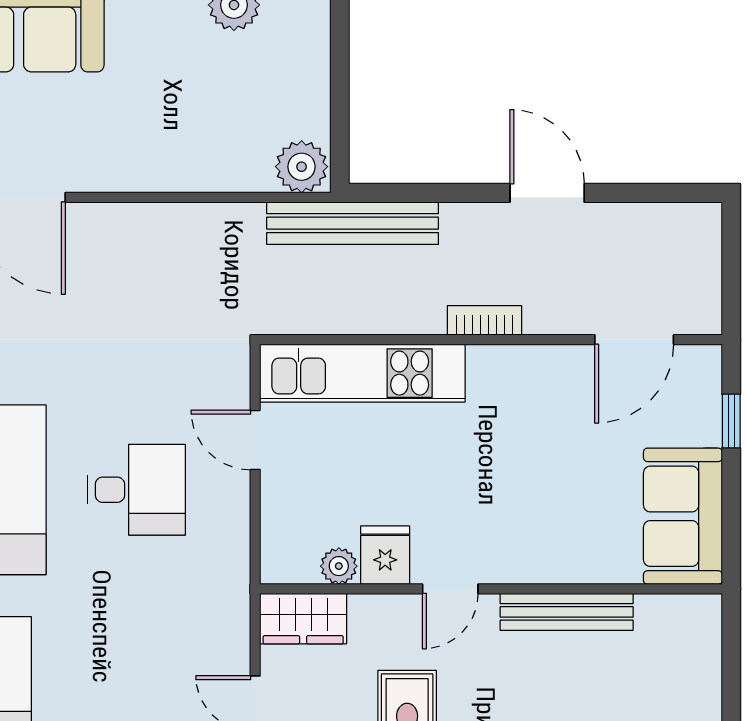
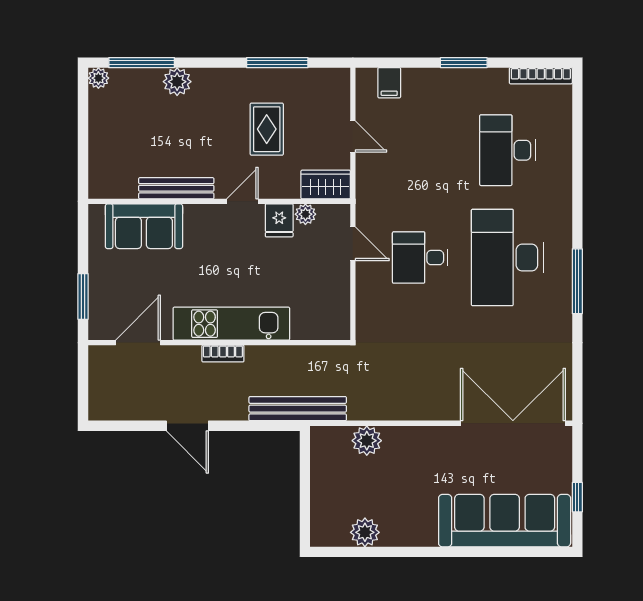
plant: (302, 167) -> (367, 441), moved
kitchen unit: (362, 373) -> (231, 324), moved
window: (731, 421) -> (83, 296), width x1.50
door: (255, 440) -> (353, 244), moved
sofa: (683, 516) -> (144, 226), moved, turned 90

